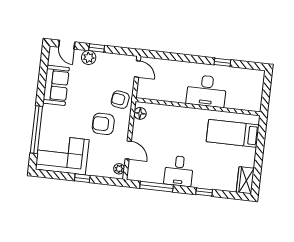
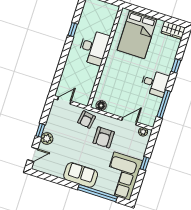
sofa: (56, 85) -> (81, 175), moved
bed: (233, 133) -> (137, 34), width x1.50

